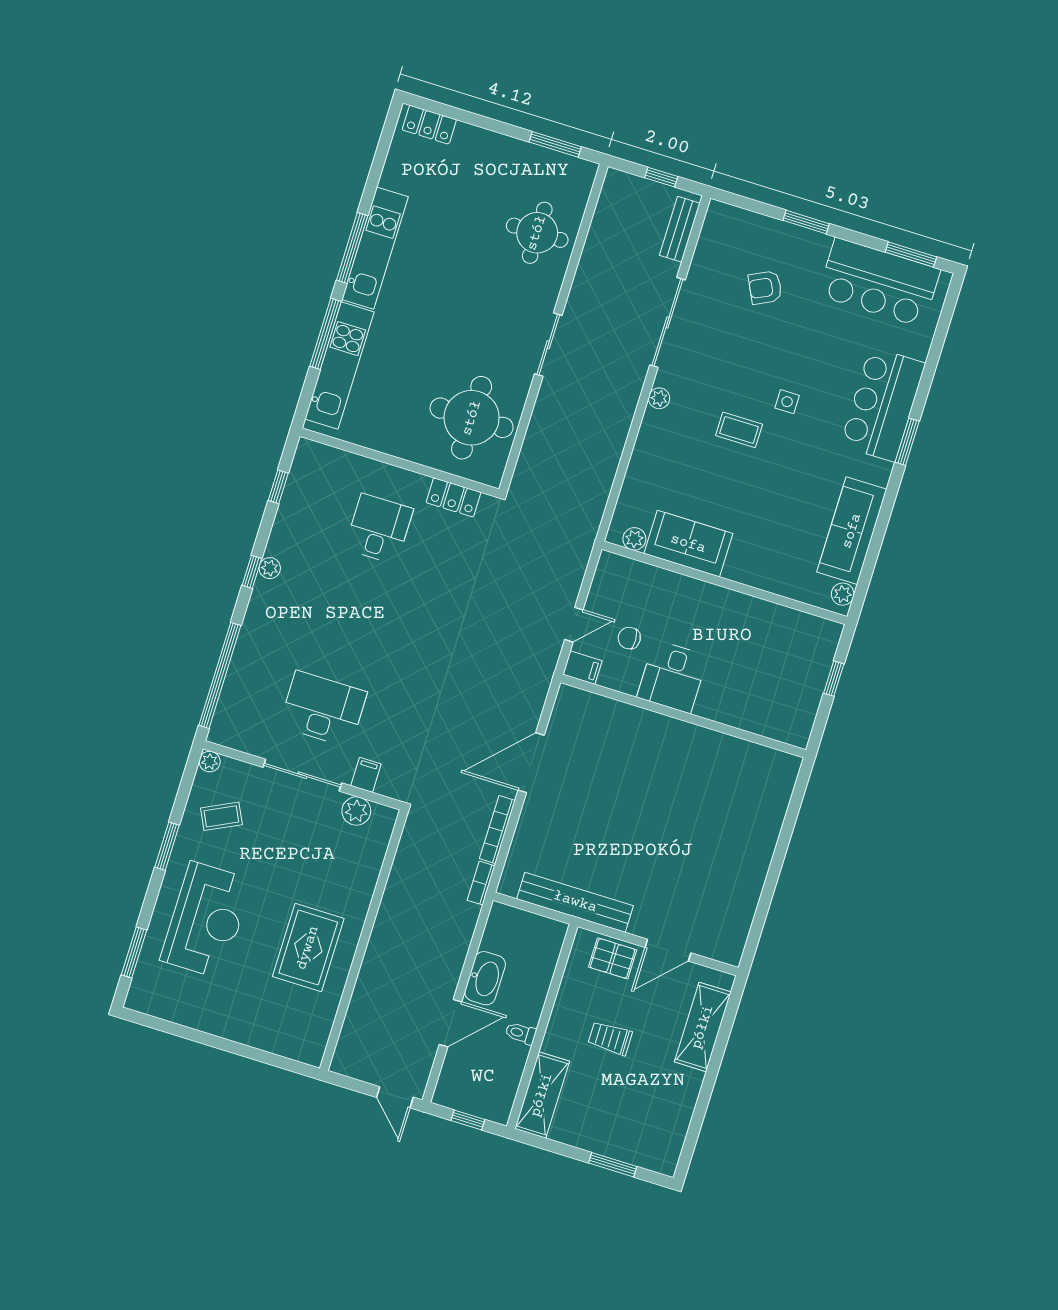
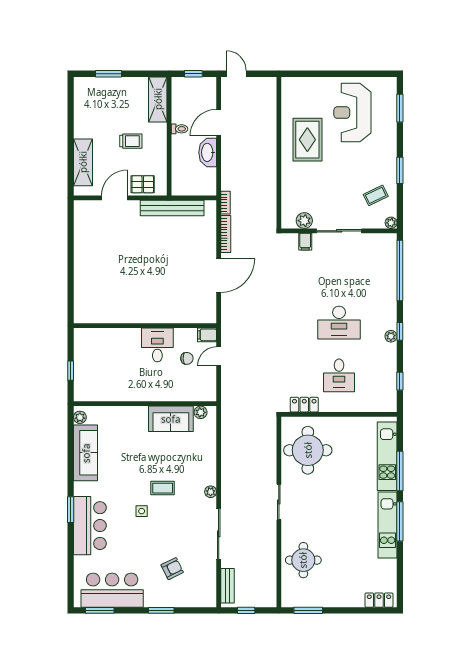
desk: (323, 709) -> (339, 323), moved
reception desk: (206, 920) -> (352, 113), moved

